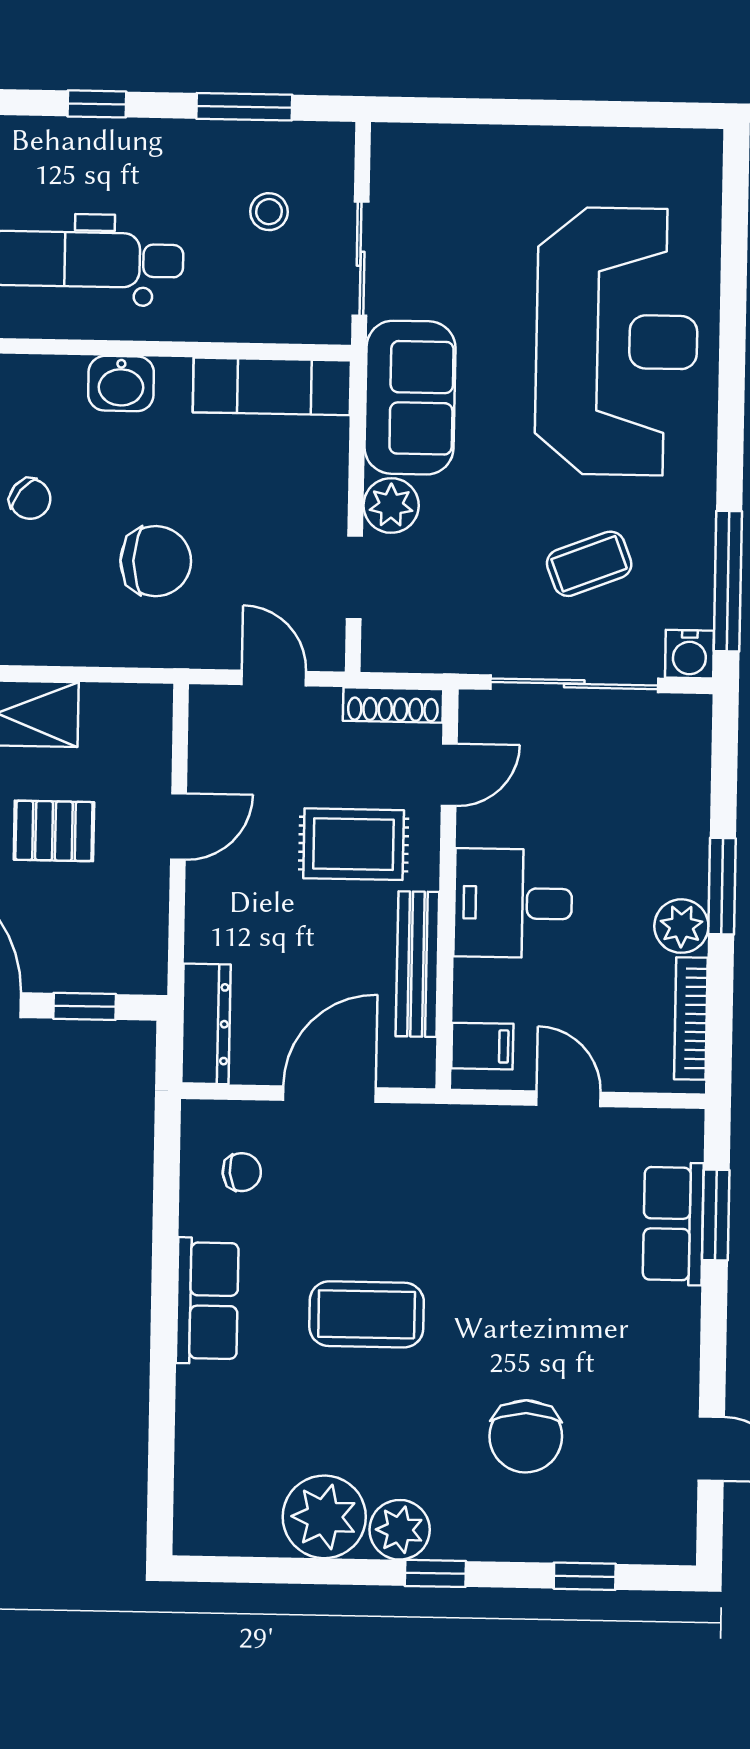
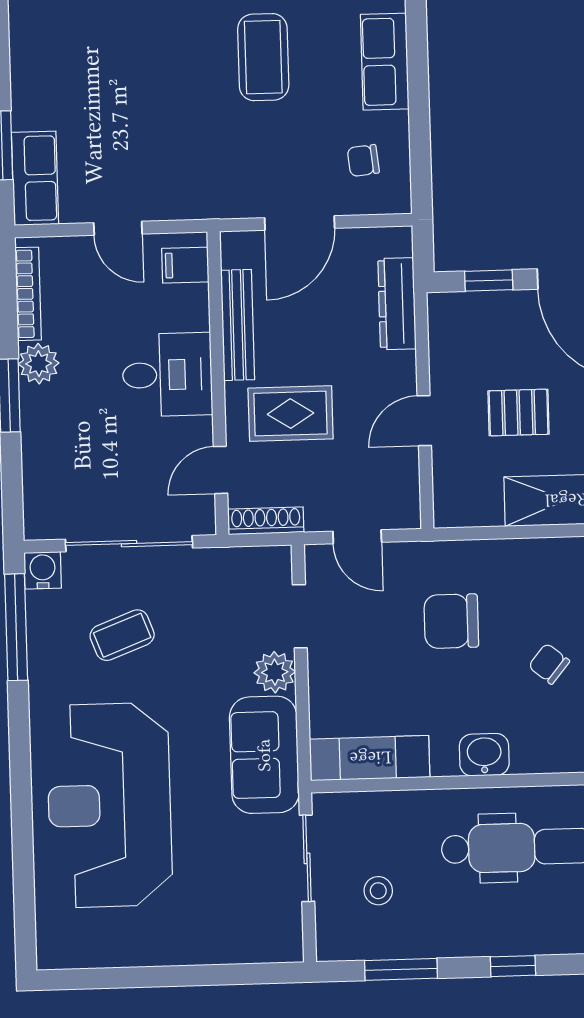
dresser: (206, 1024) -> (397, 304), moved
row of seats: (673, 1224) -> (35, 178), moved
coffee table: (367, 1314) -> (263, 57), turned 90

